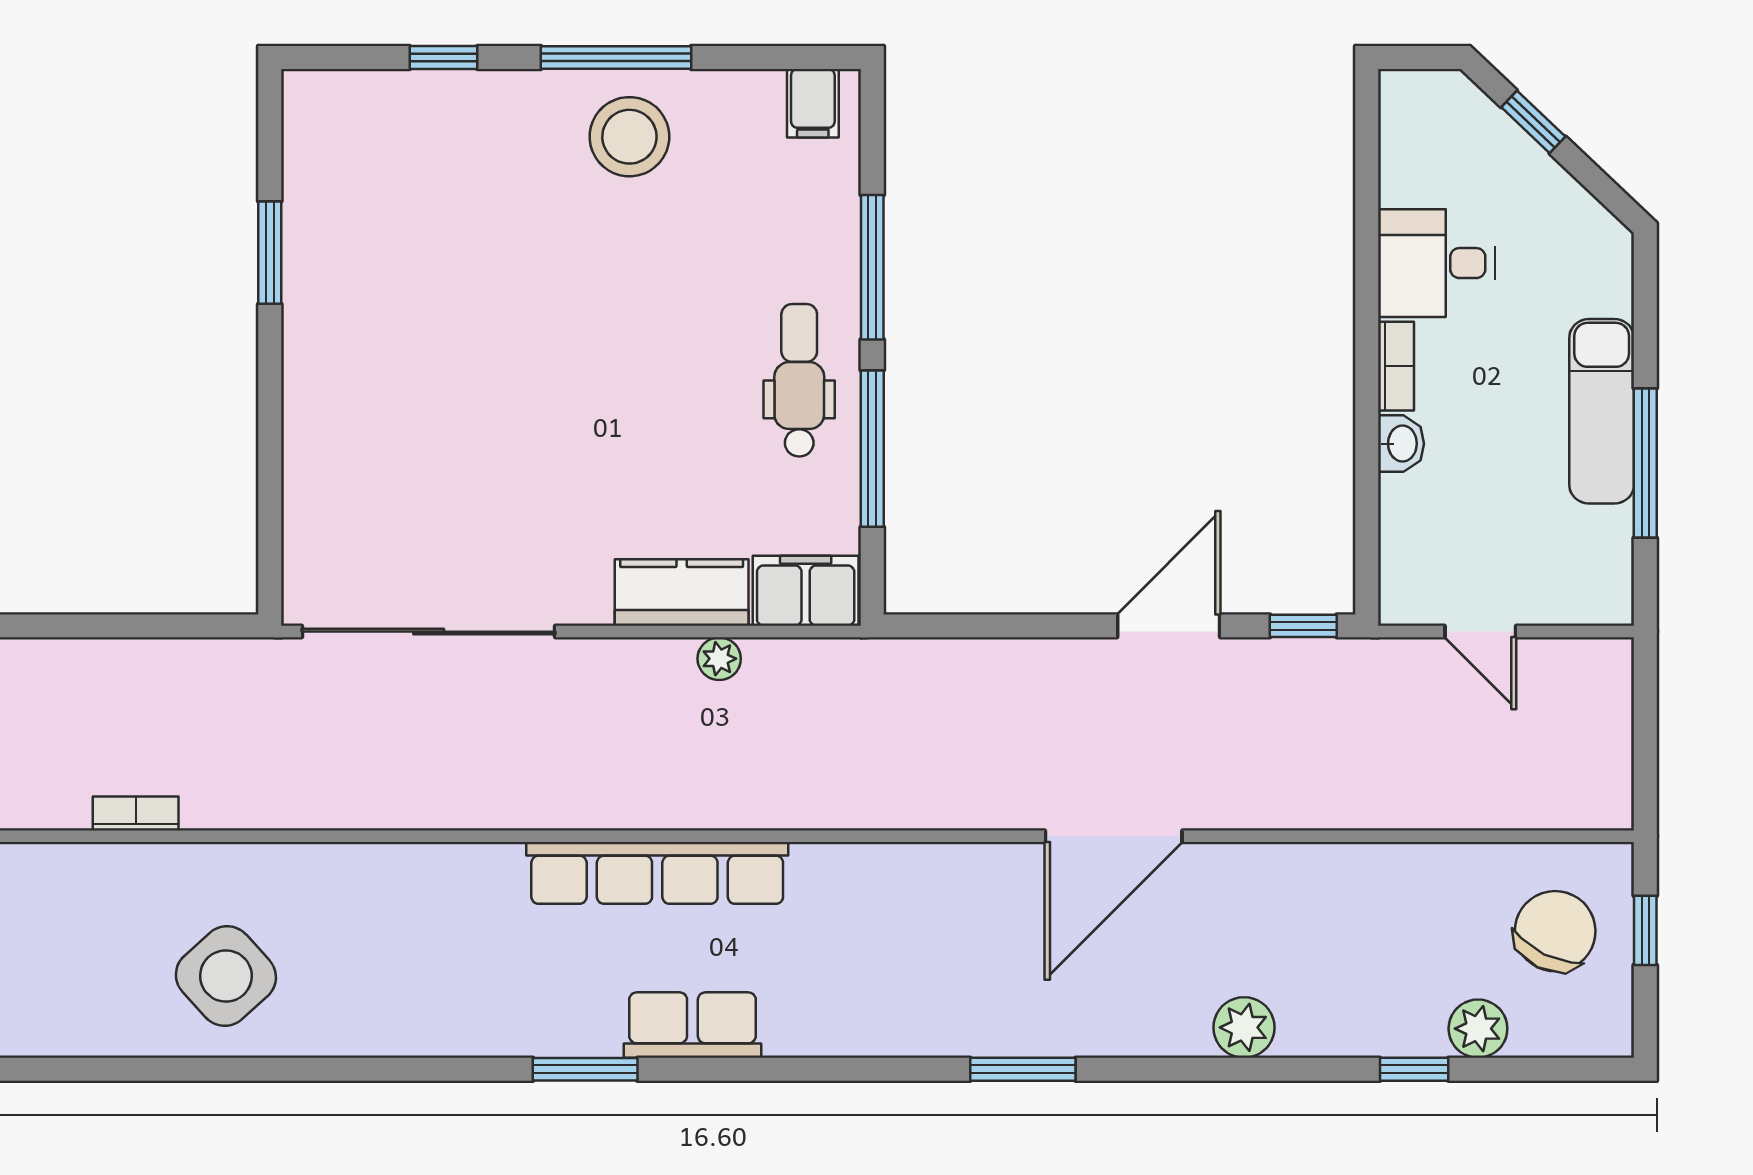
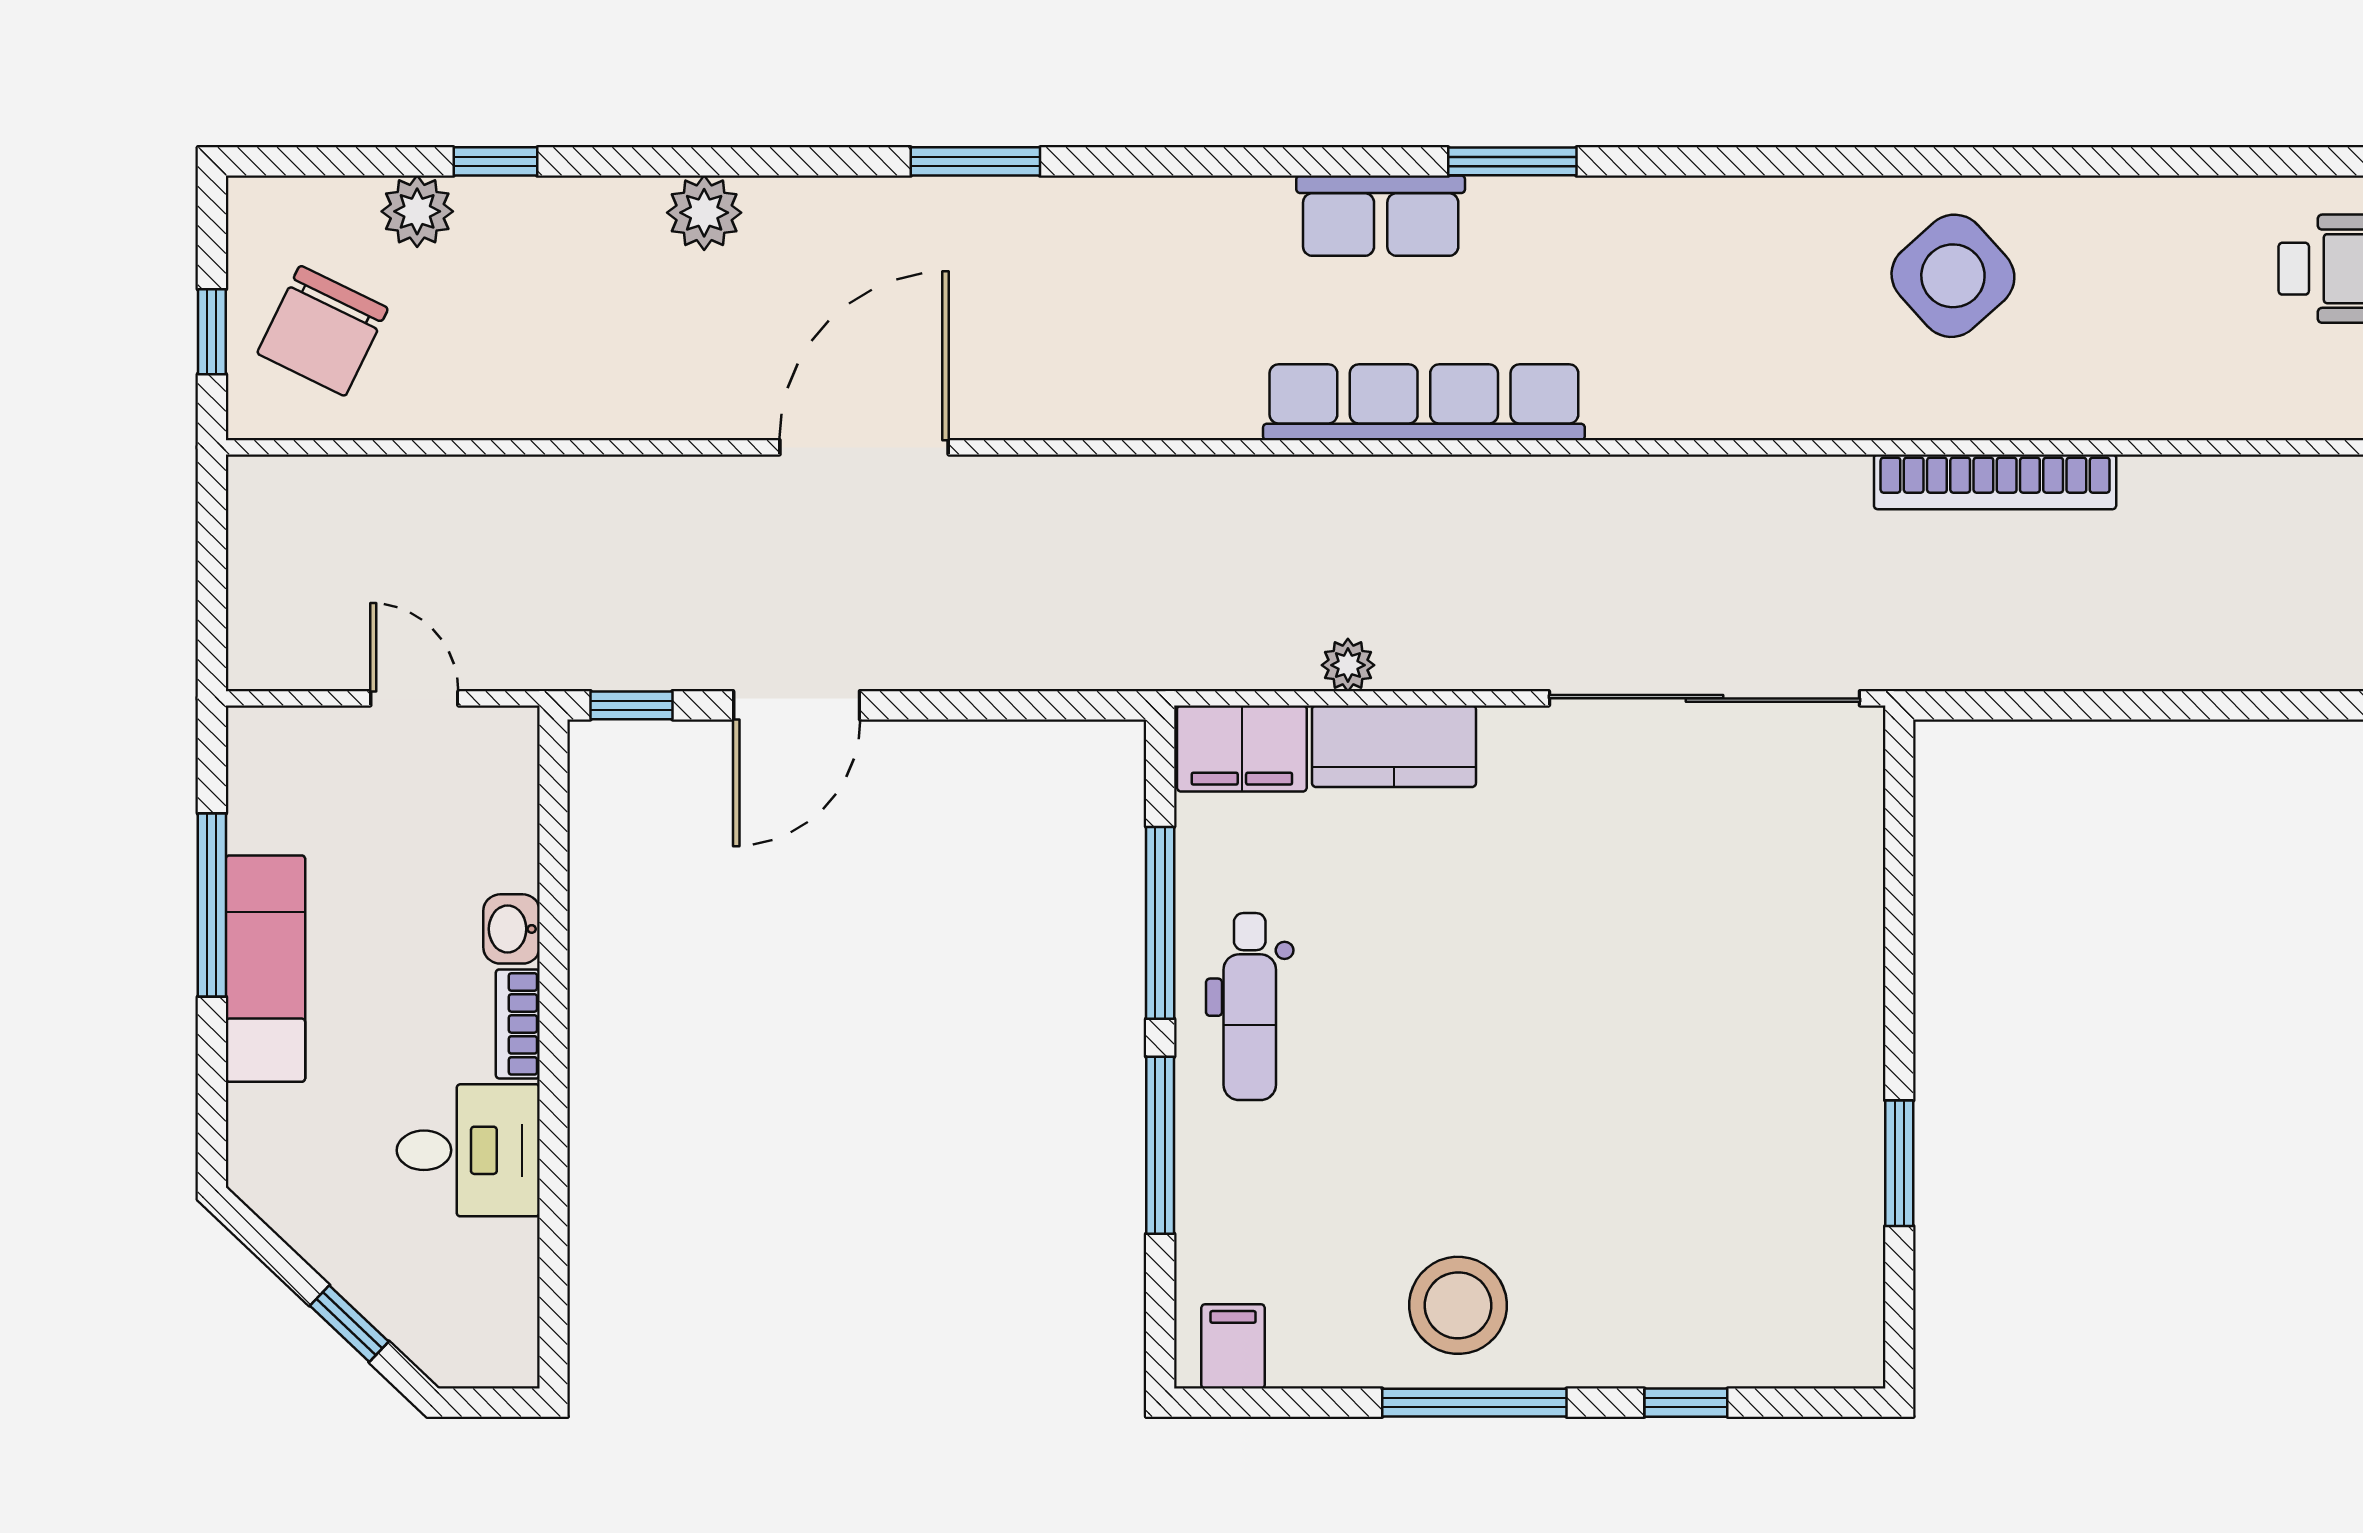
bookcase: (136, 813) -> (1995, 482), width x2.31, depth x1.31

